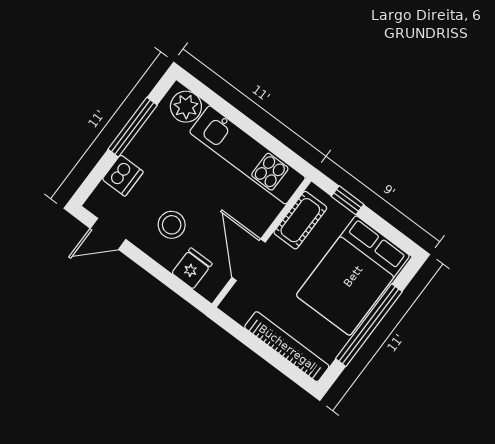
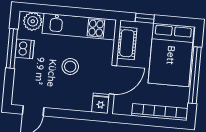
dishwasher: (123, 176) -> (25, 49), moved
stool: (172, 225) -> (70, 67), moved
door: (249, 260) -> (113, 80), swing flipped
fridge: (192, 268) -> (101, 103), moved

